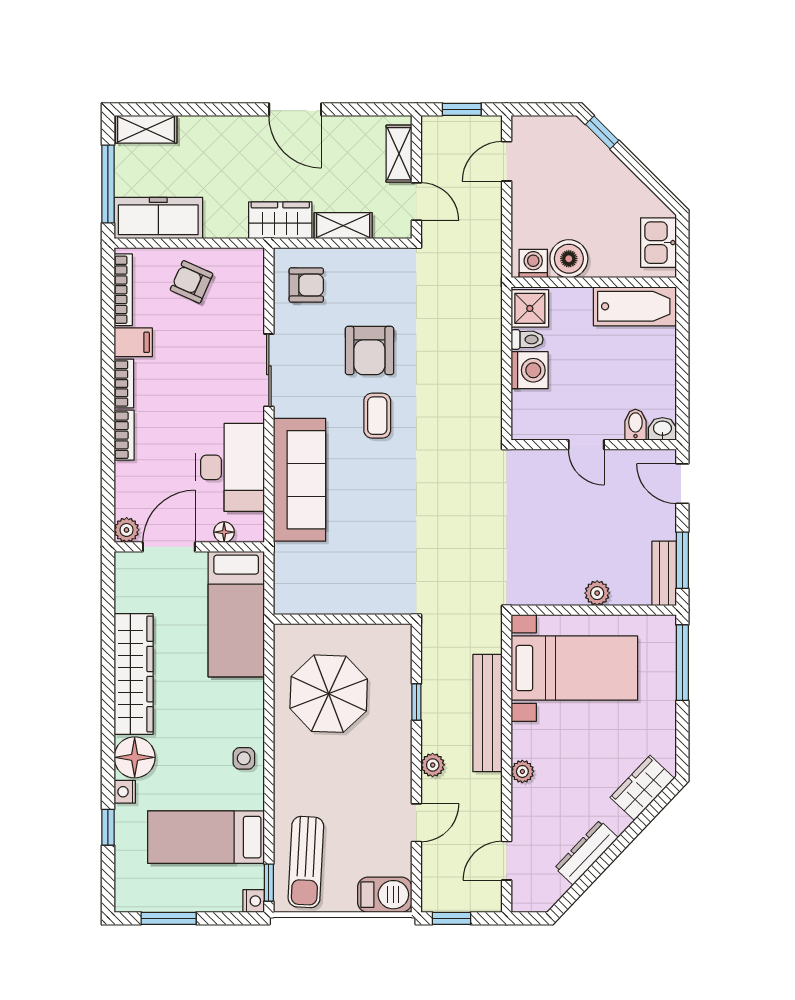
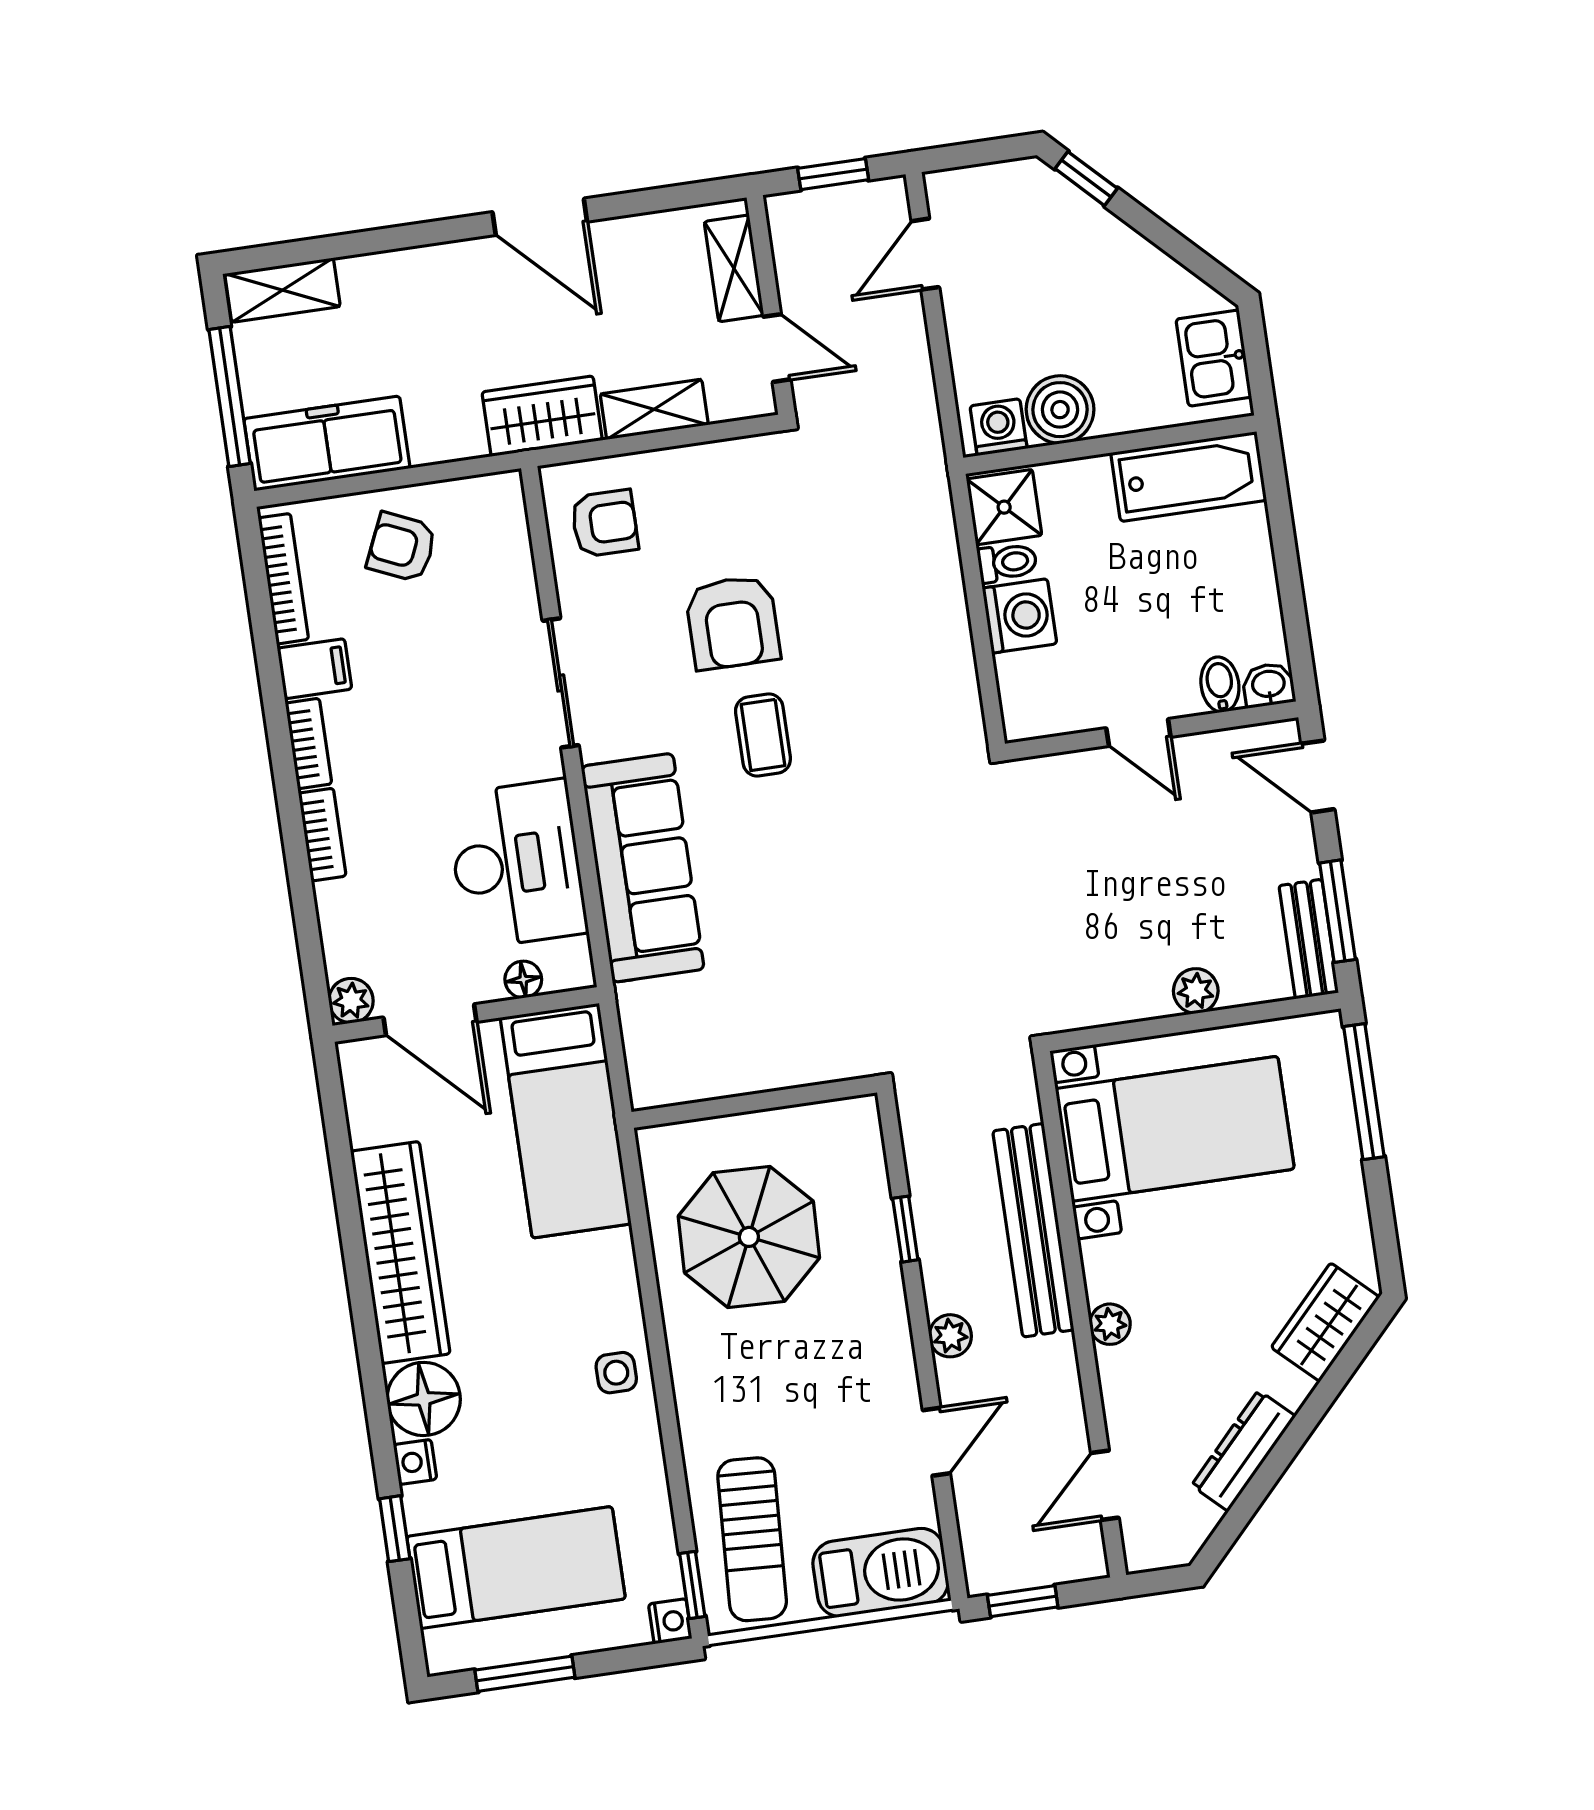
door: (169, 547) -> (430, 1020), swing flipped
bed: (206, 837) -> (516, 1568), moved, turned 180
barbecue: (385, 895) -> (881, 1573), width x1.37, depth x1.21

